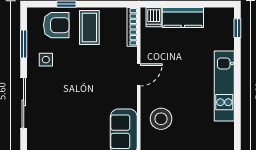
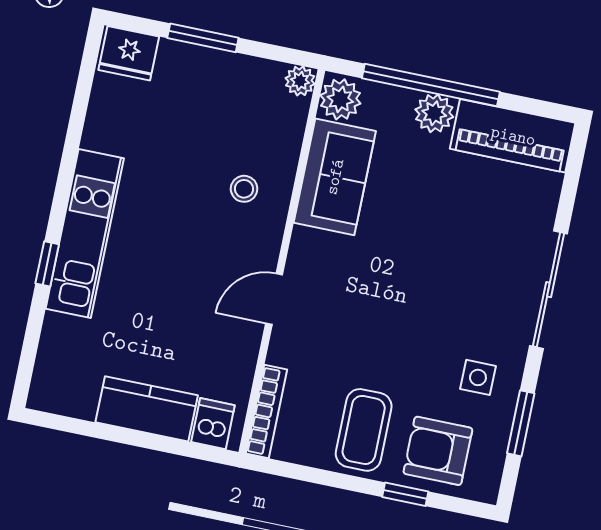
window: (237, 28) -> (47, 264), moved
stool: (161, 119) -> (244, 189), width x0.53, depth x0.53

